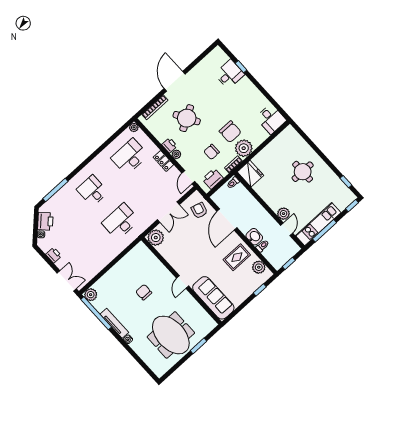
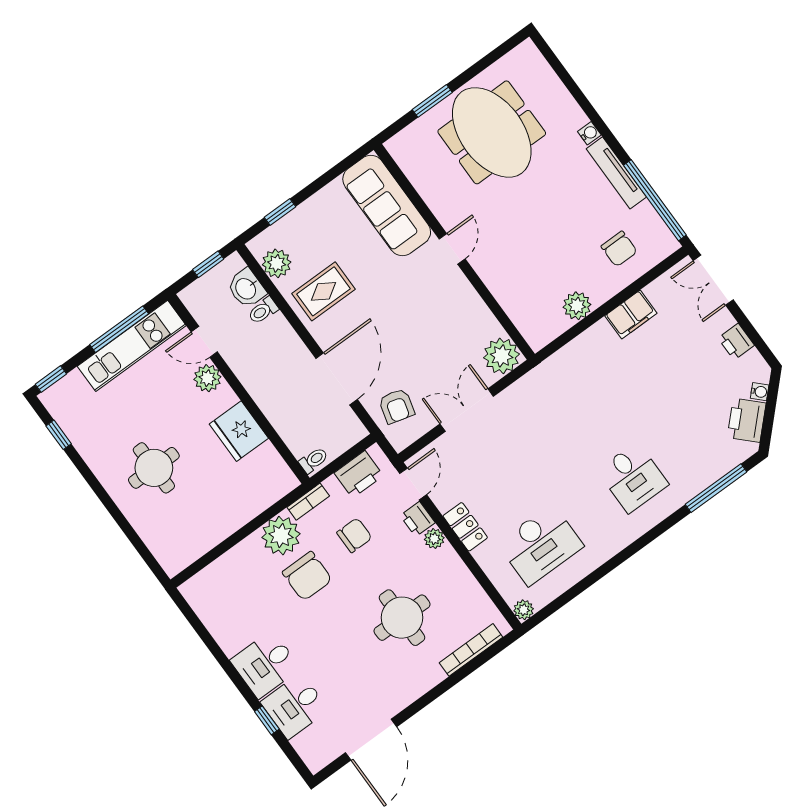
door: (175, 81) -> (371, 740), moved
round table: (187, 118) -> (402, 618), turned 30
desk: (271, 119) -> (265, 664), moved, turned -90
chair: (230, 132) -> (307, 576), turned 180
printer: (169, 145) -> (418, 519), moved
fridge: (250, 174) -> (239, 431), moved
desk: (121, 222) -> (577, 401), removed
door: (287, 229) -> (204, 342), hinge flipped
washbasin: (254, 237) -> (246, 288), moved
filing cabinet: (101, 262) -> (631, 314), added
chair: (144, 292) -> (619, 249), moved
plant: (91, 295) -> (577, 306), moved

